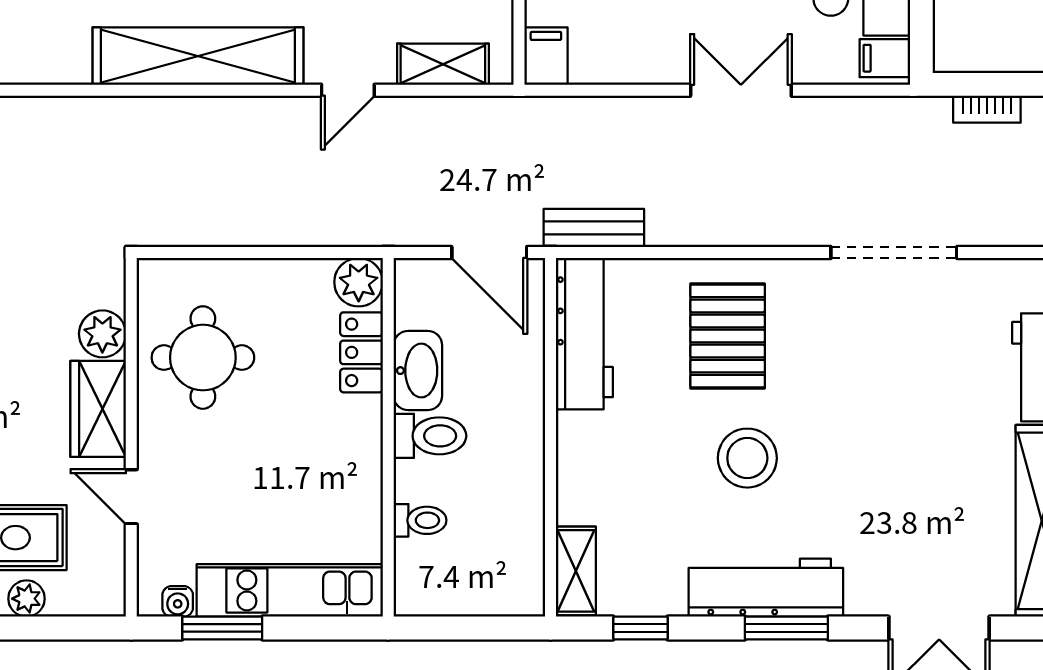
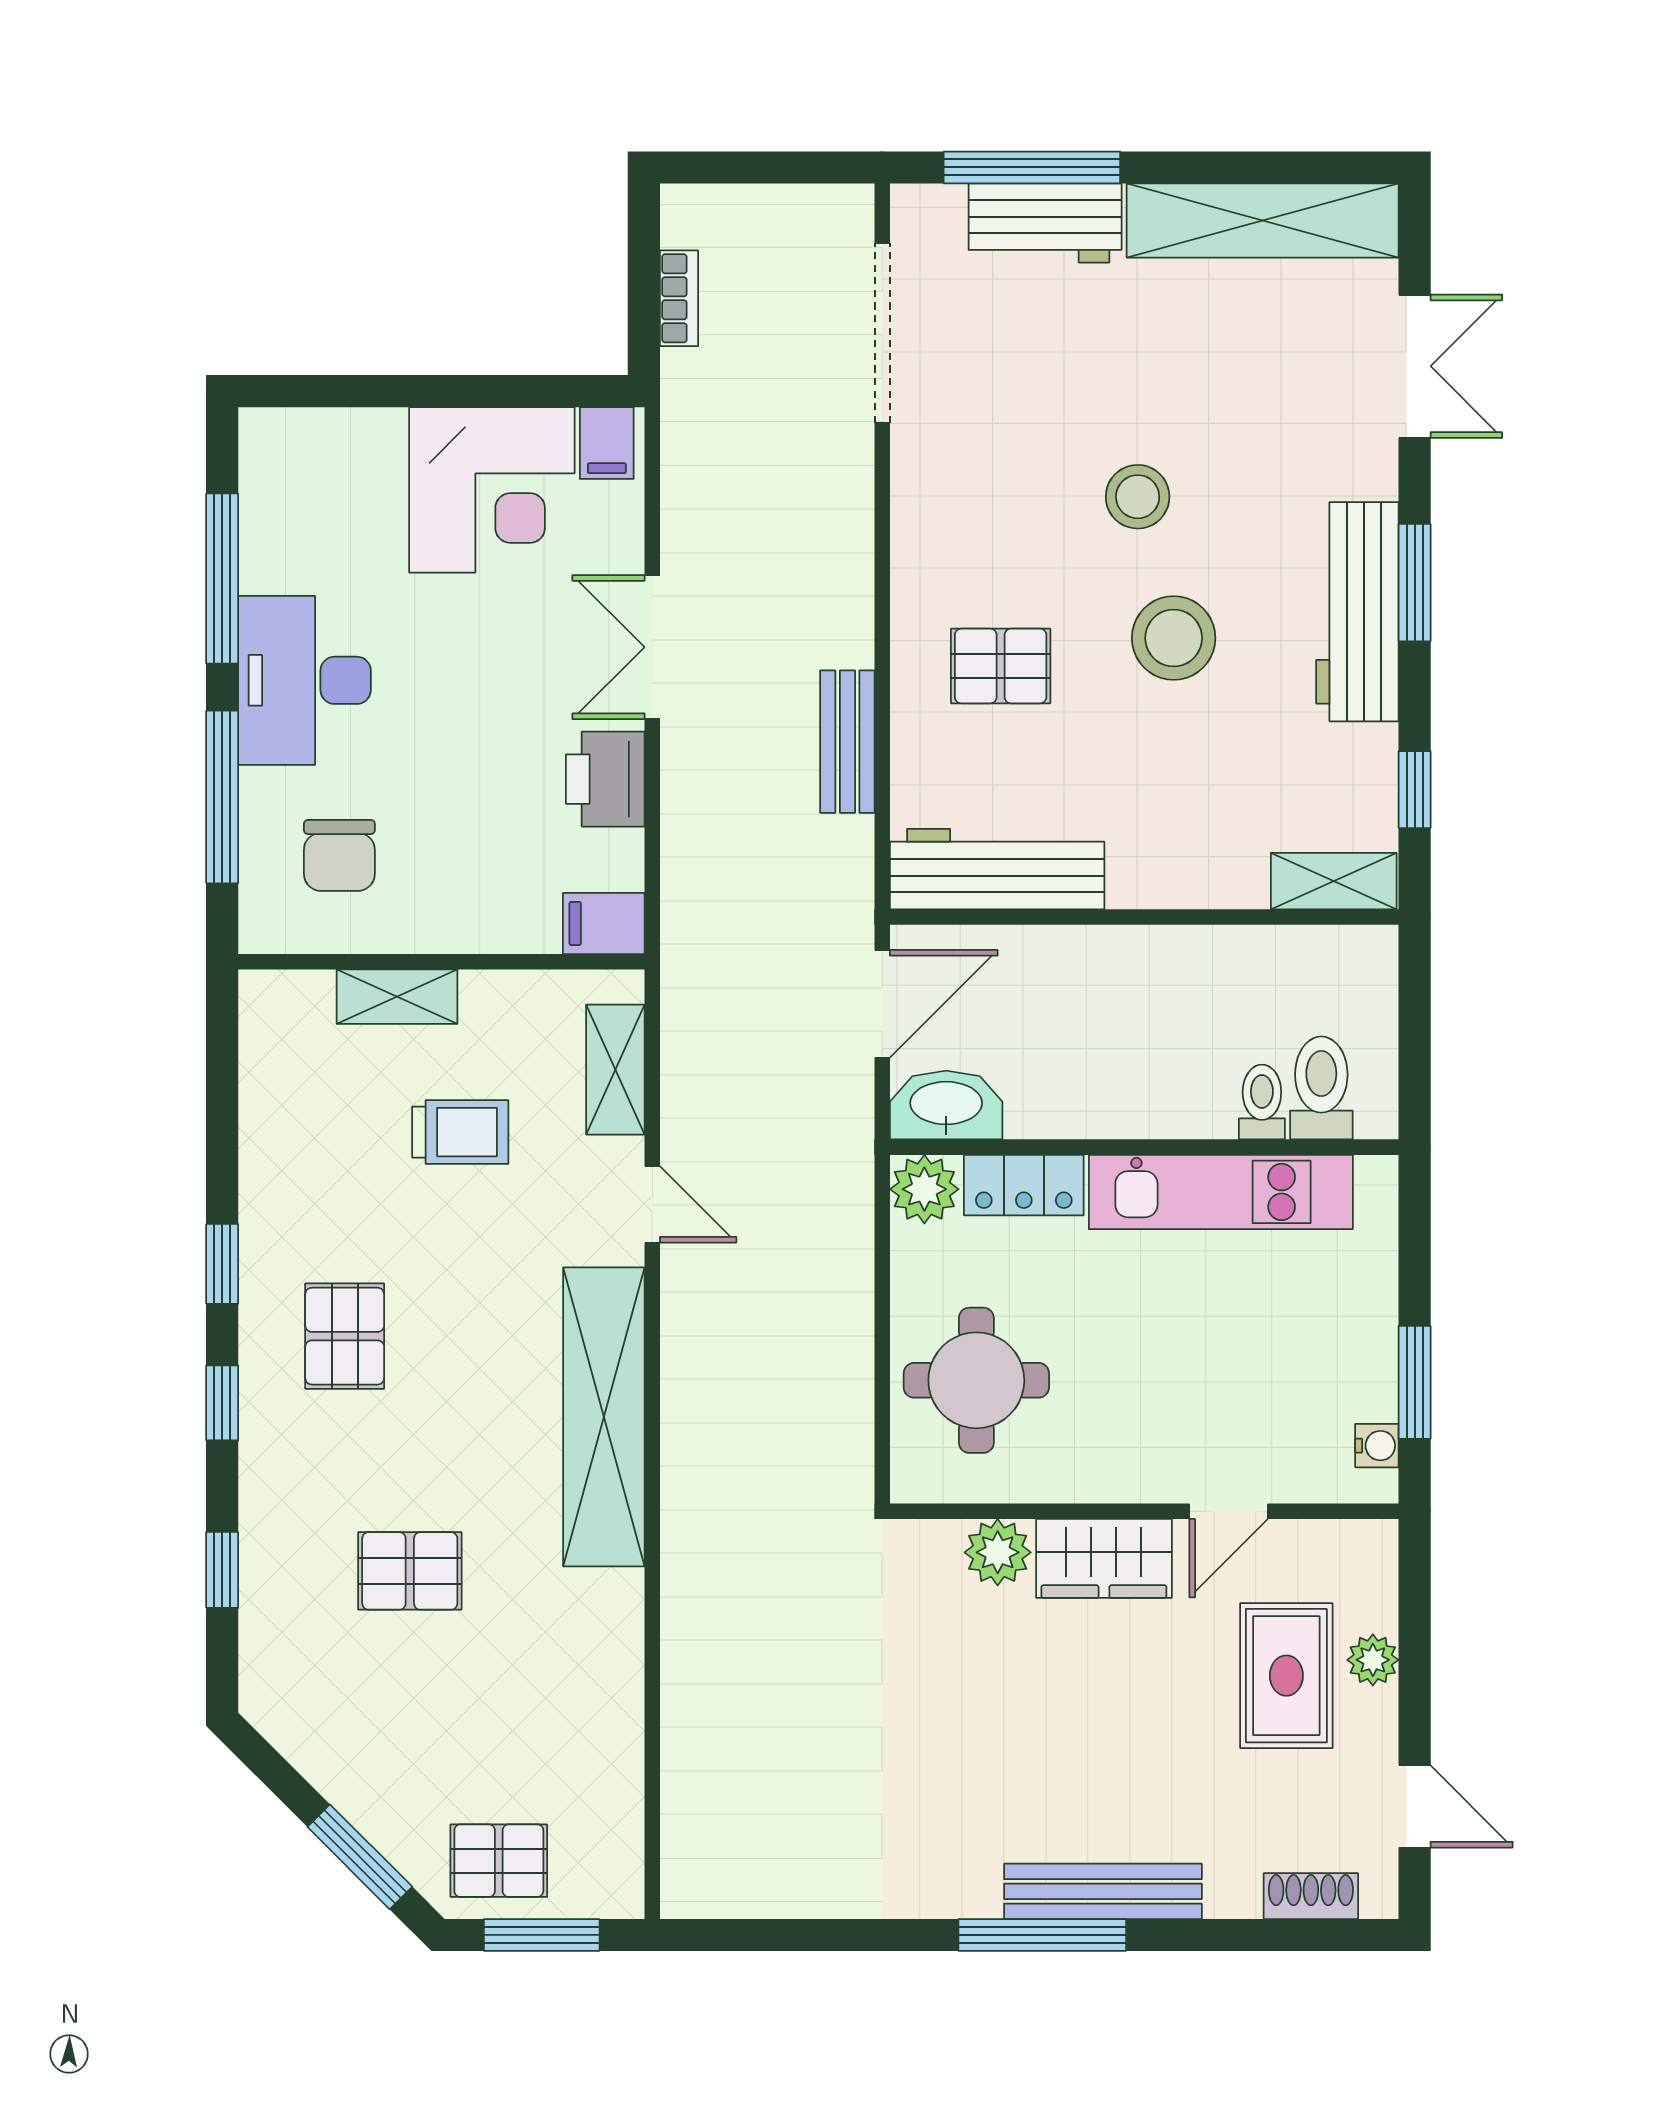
printer: (648, 57) -> (605, 779), added
bench: (594, 228) -> (847, 742), moved
doorway: (894, 253) -> (882, 333), moved
pallet: (728, 336) -> (1001, 666), width x0.67, depth x0.71
round table: (203, 358) -> (976, 1380), moved
washbasin: (418, 371) -> (946, 1105), moved
stool: (847, 433) -> (1138, 497), added
toilet: (430, 436) -> (1321, 1088), moved
kitchen unit: (290, 590) -> (1221, 1192), moved, turned -90

